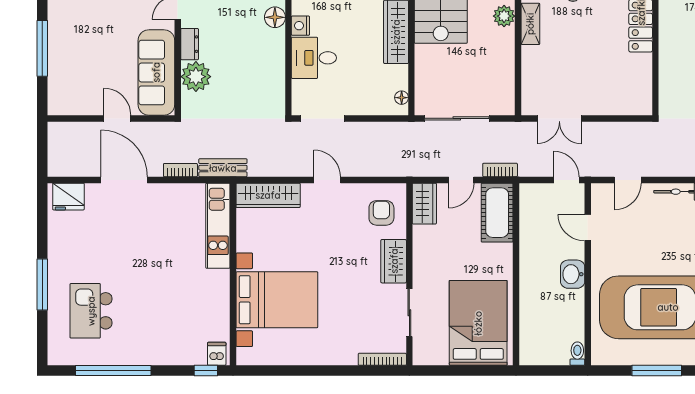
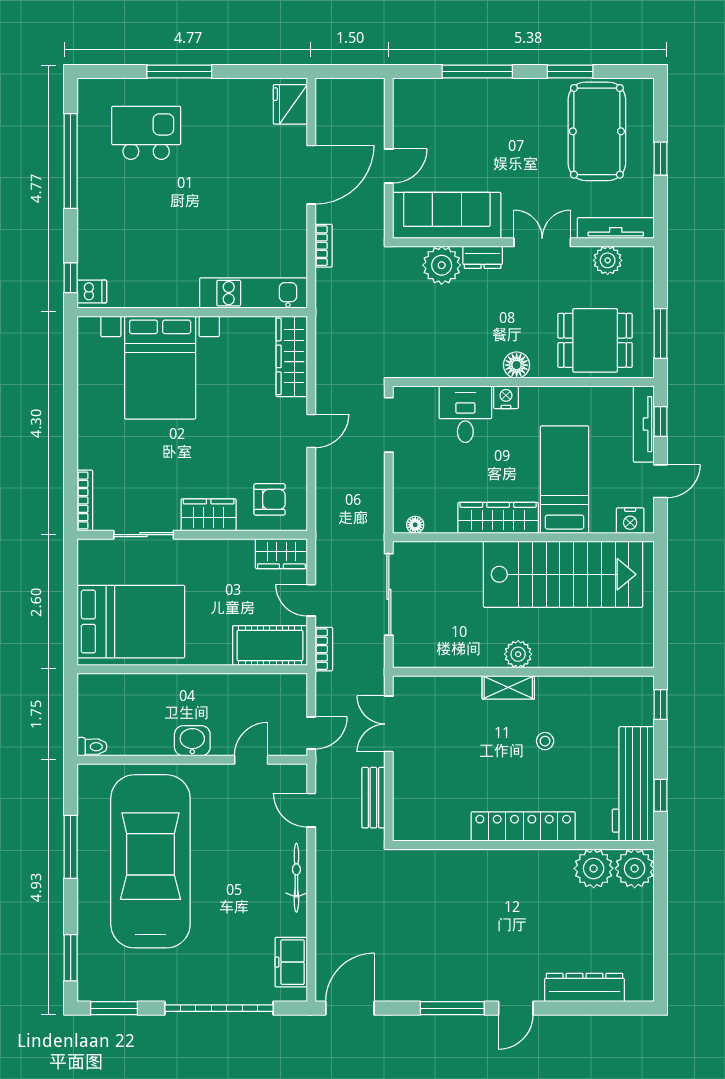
bench: (223, 168) -> (373, 798), moved

